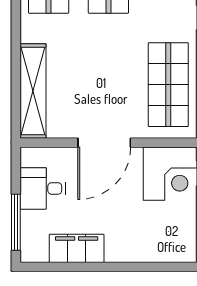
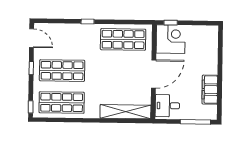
door: (104, 143) -> (154, 74), hinge flipped
desk: (43, 188) -> (167, 106), moved, turned 90

